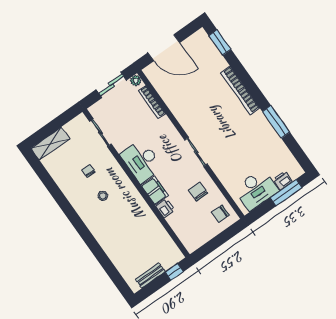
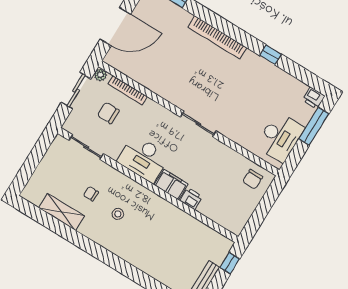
window: (276, 122) -> (270, 55), width x0.46
shelving: (50, 144) -> (62, 212), moved, turned 90
printer: (283, 180) -> (314, 98), moved, turned -90
chair: (198, 192) -> (108, 113), moved

